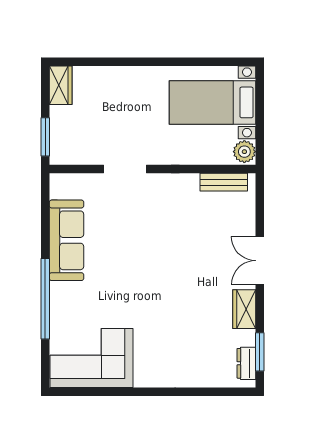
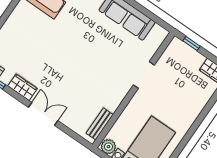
window: (45, 137) -> (192, 44), width x0.67

